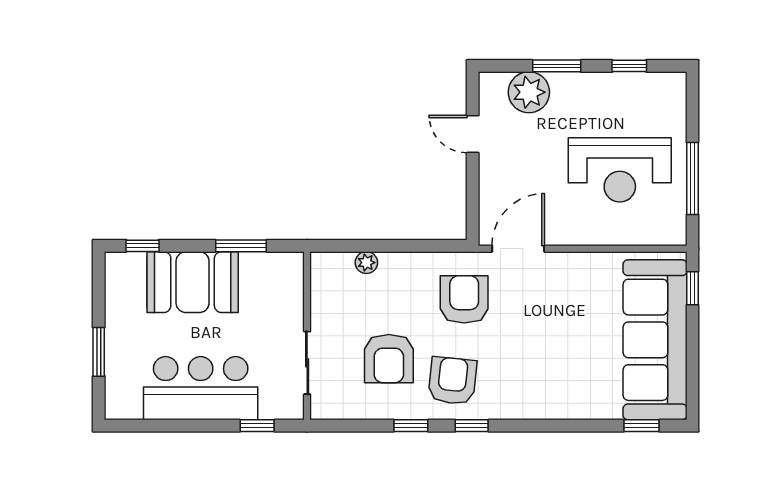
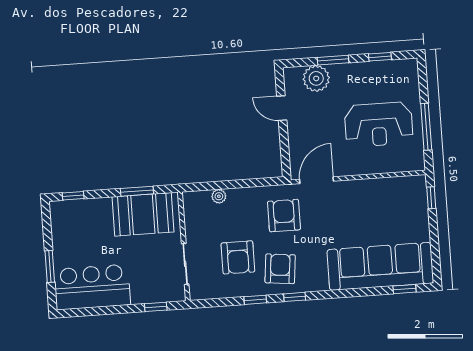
booth: (193, 282) -> (143, 214), moved
sofa: (655, 340) -> (380, 266), moved, turned 90
bar counter: (201, 388) -> (92, 287), moved

